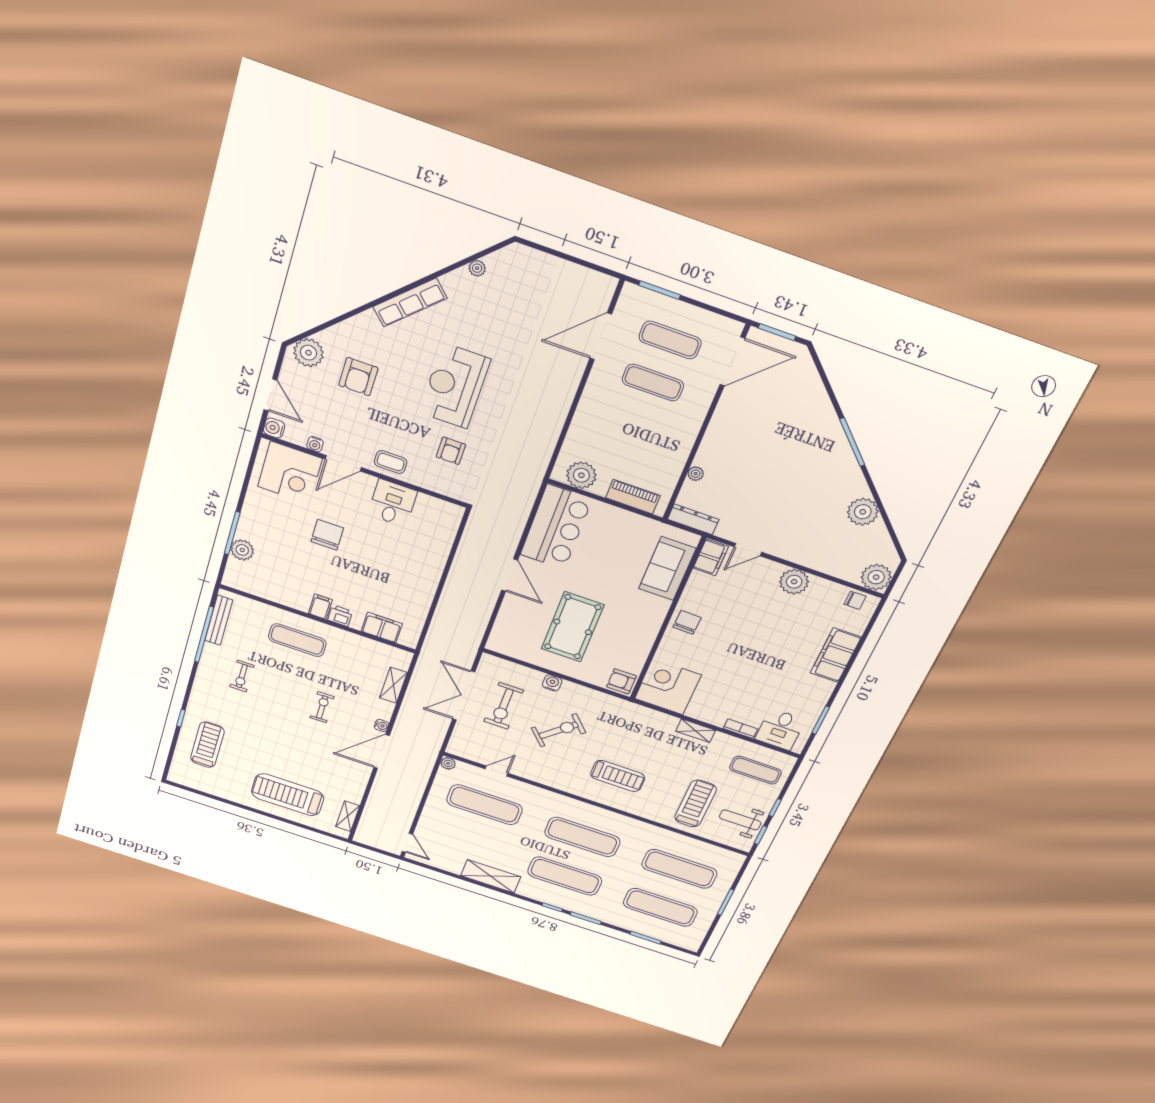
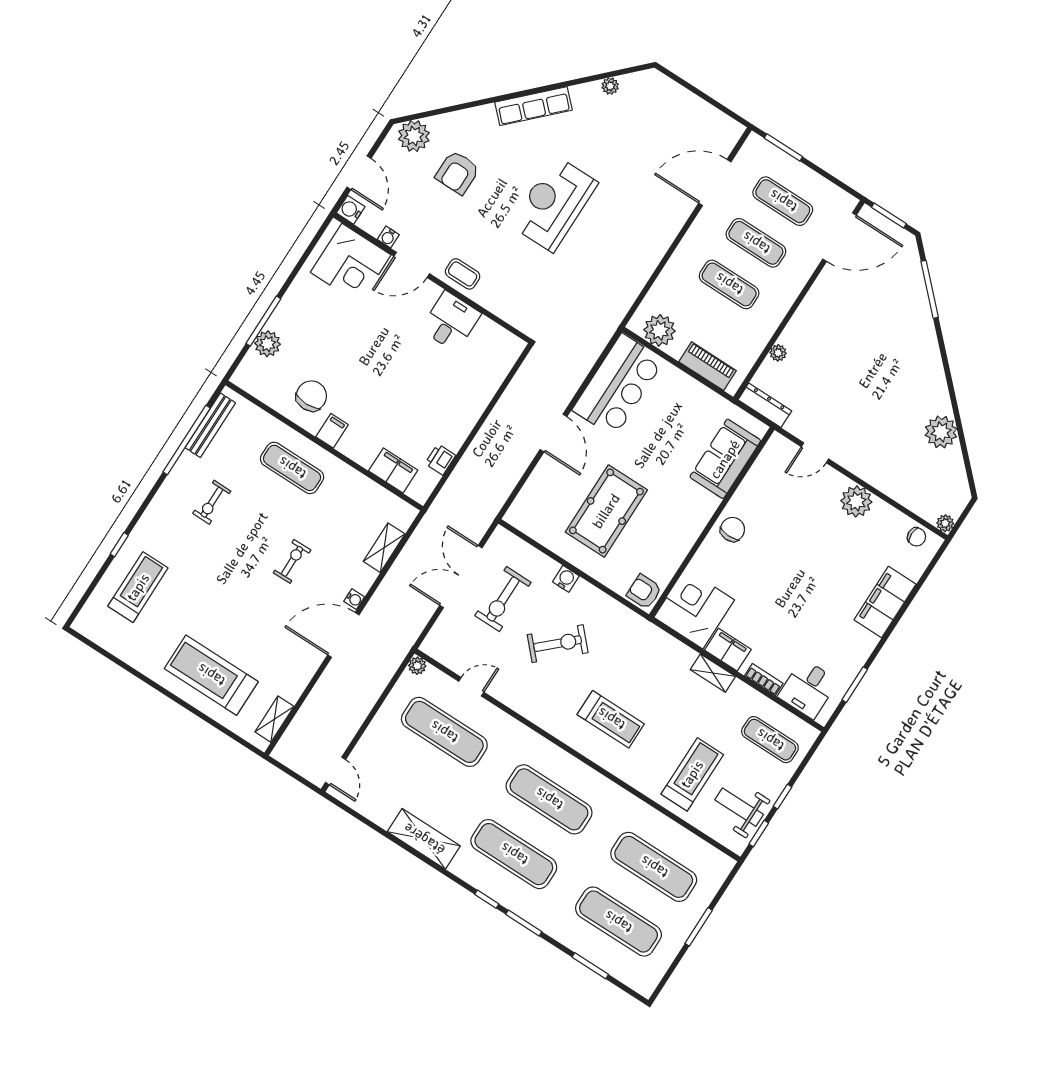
exercise mat: (636, 424) -> (729, 284), added
window: (852, 442) -> (930, 289), moved
armchair: (451, 451) -> (530, 274), removed
chair: (327, 535) -> (311, 396), moved
filing cabinet: (711, 557) -> (728, 650), moved, turned -90
plant: (876, 577) -> (945, 523), width x0.53, depth x0.53
printer: (340, 616) -> (440, 460), moved, turned -90

